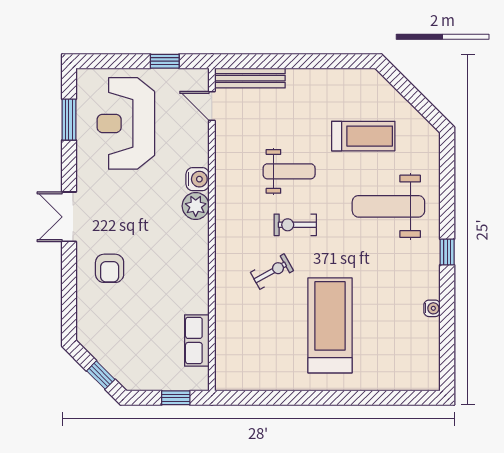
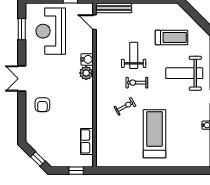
weight bench: (289, 171) -> (134, 55), turned -90

